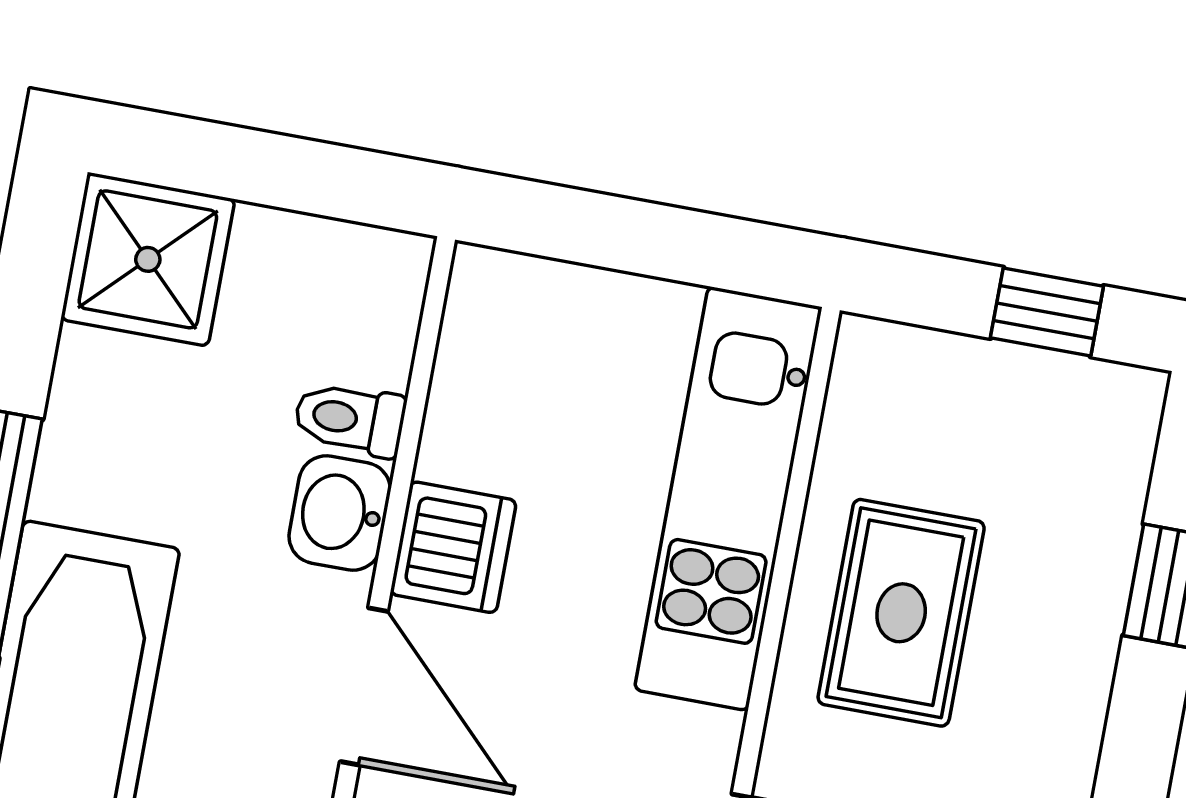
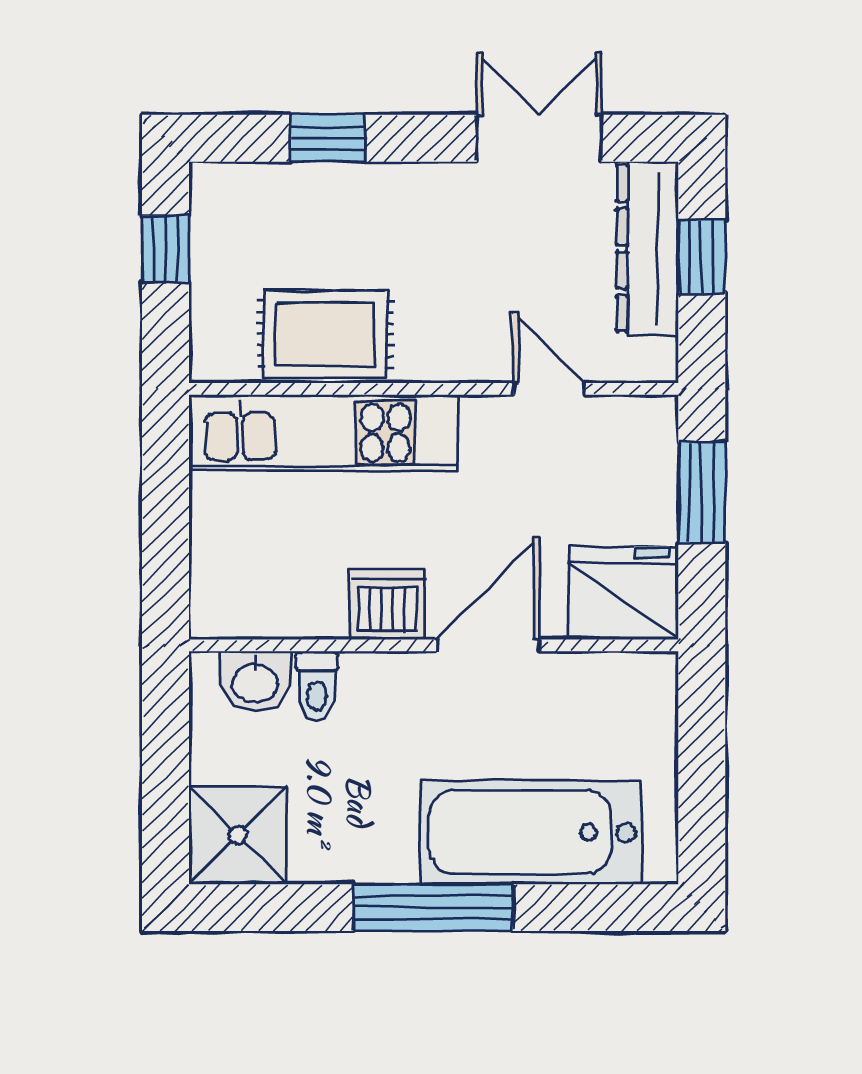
washbasin: (340, 513) -> (255, 681), moved
rug: (901, 613) -> (325, 334), moved

